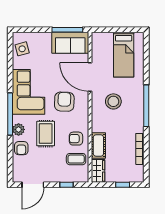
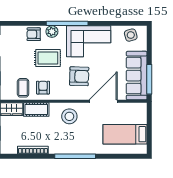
sofa: (70, 43) -> (137, 76), width x1.36
stool: (113, 101) -> (69, 116), moved

